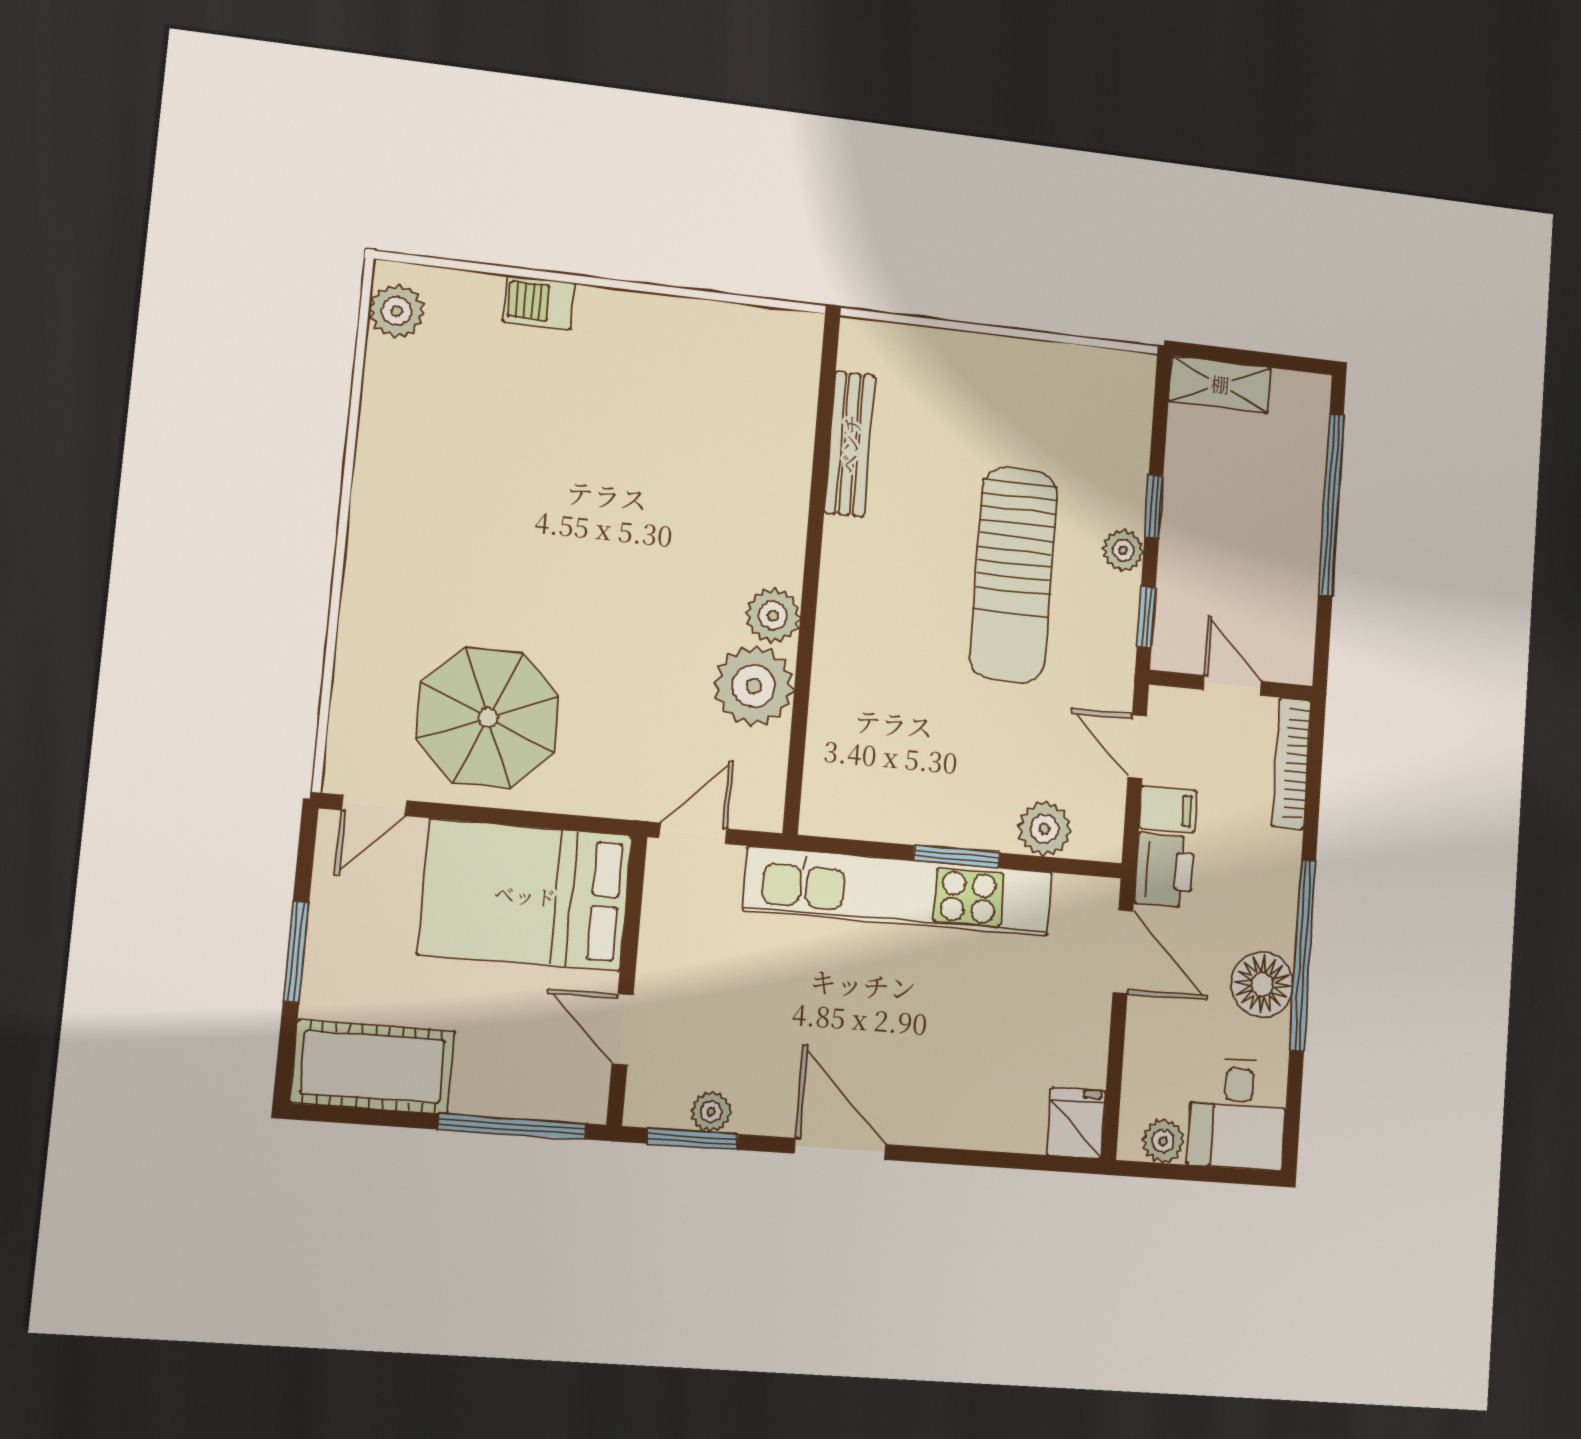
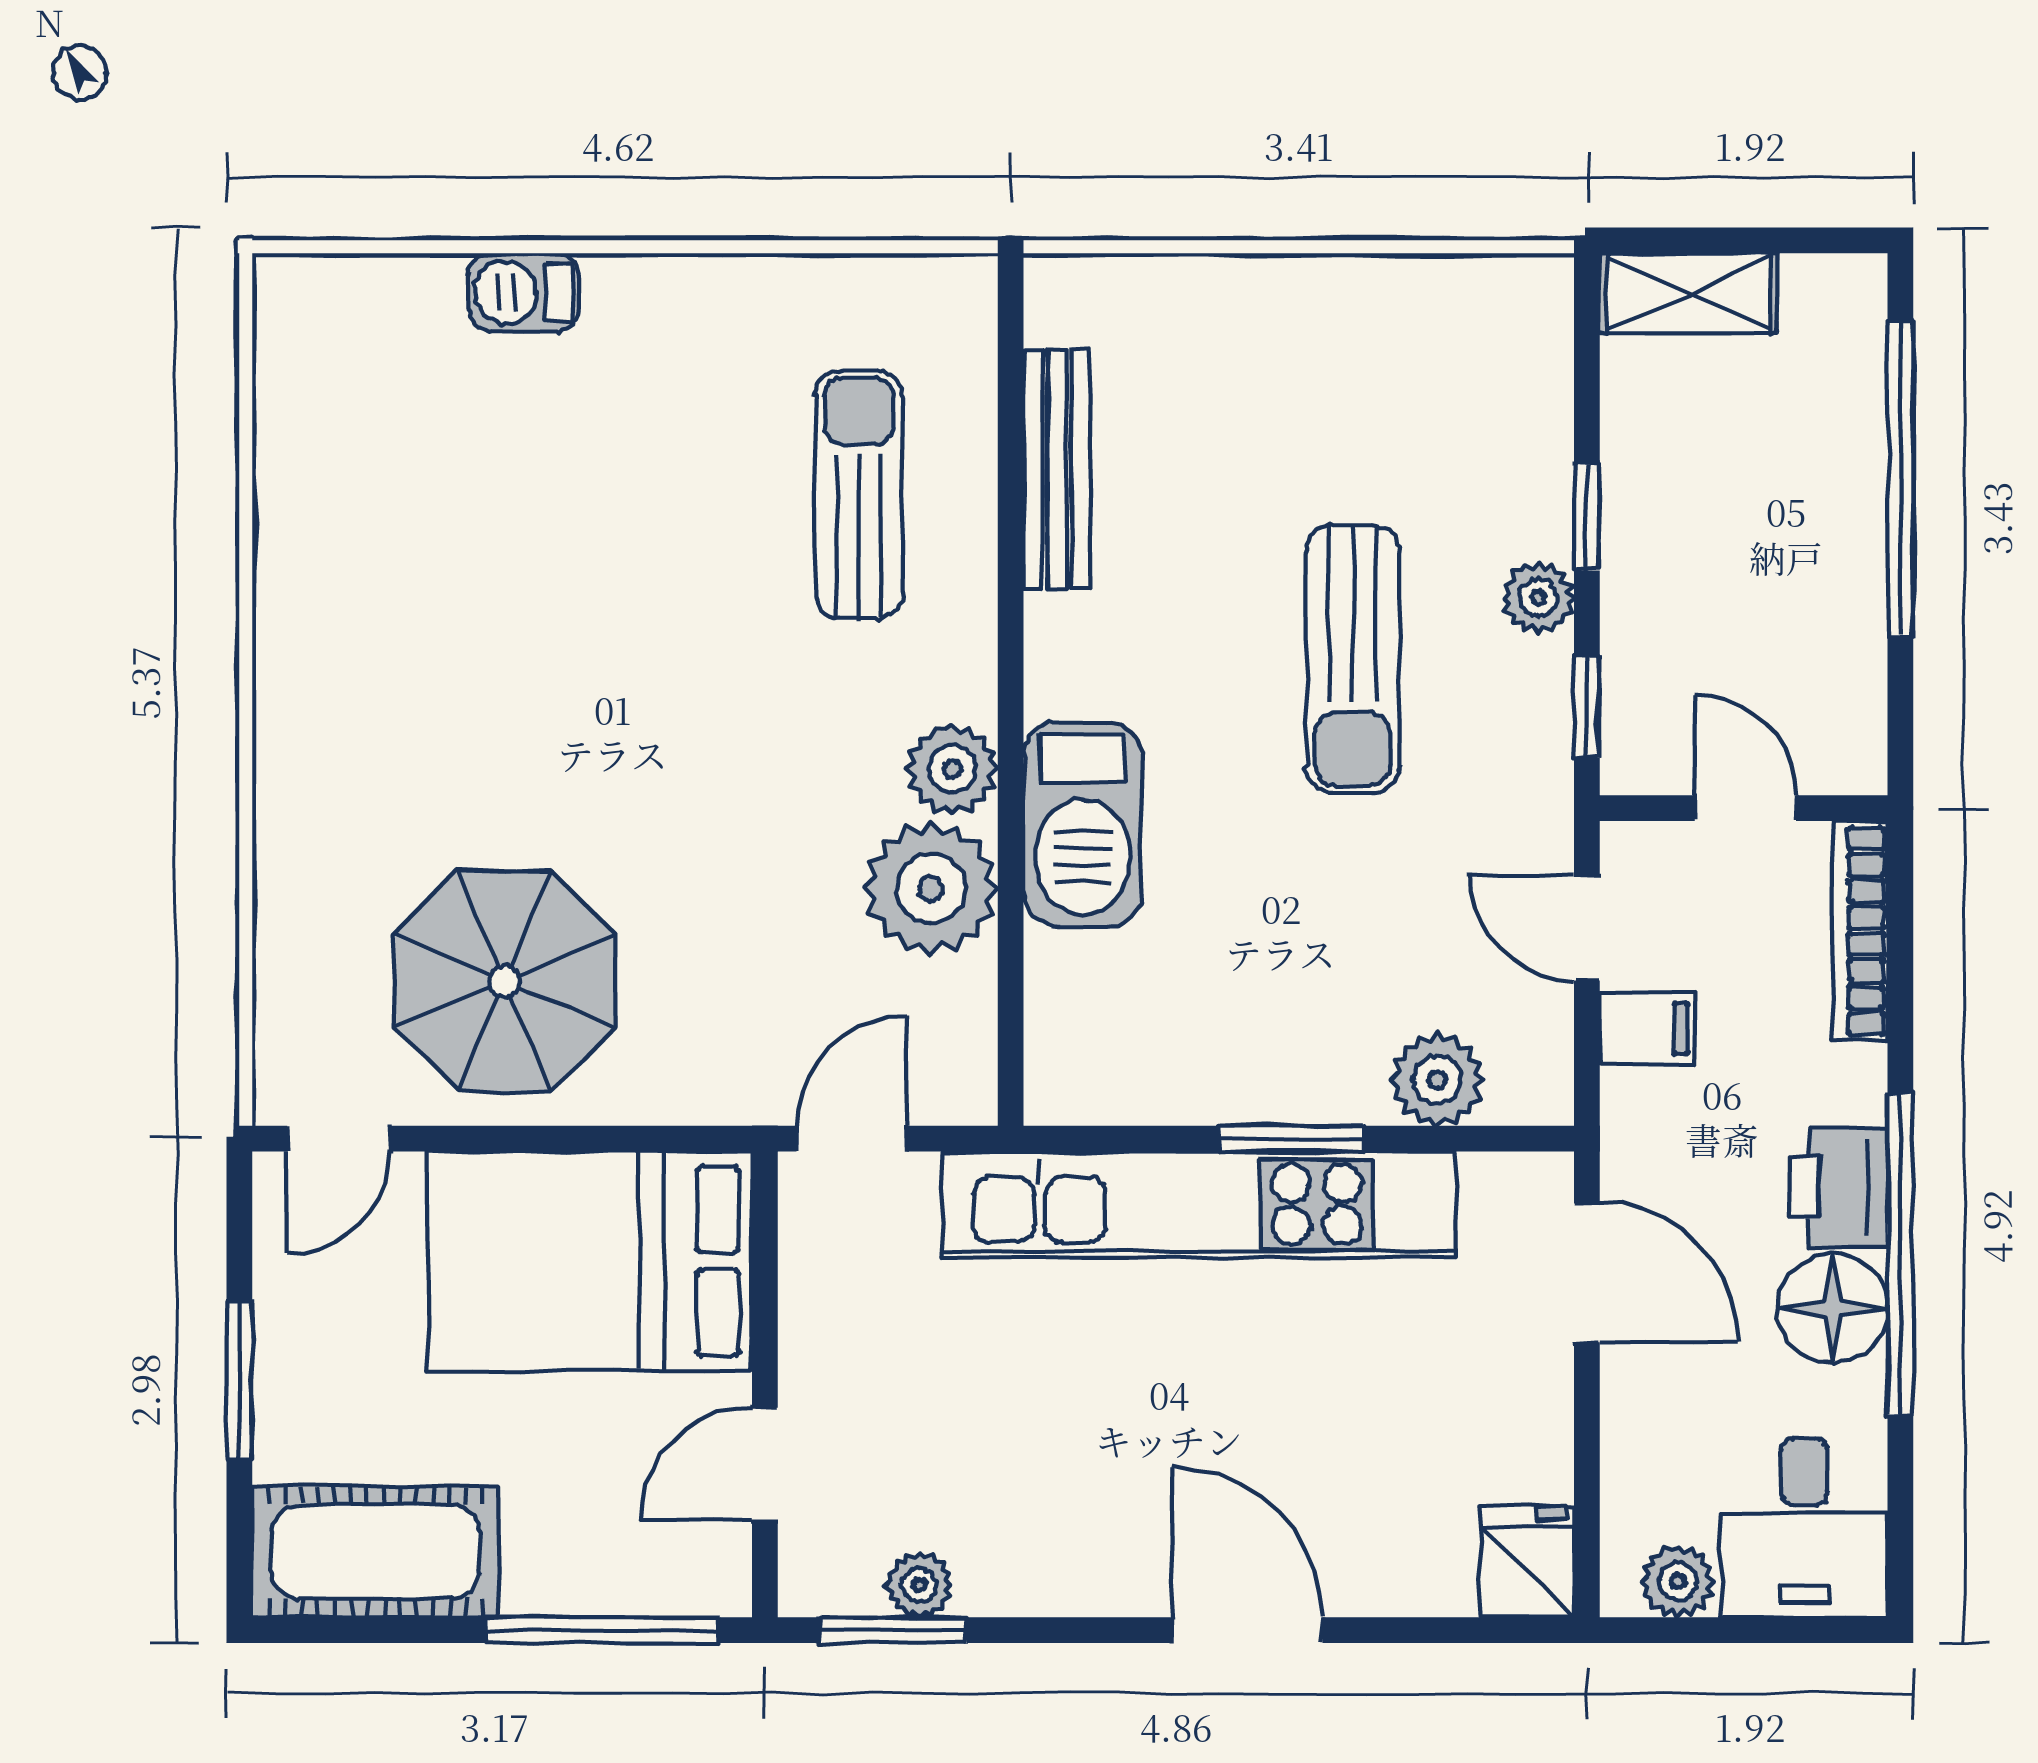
plant: (397, 311) -> (297, 335), removed
sun lounger: (731, 446) -> (859, 495), added
sun lounger: (1014, 575) -> (1352, 659), width x0.73, depth x0.75
barbecue: (848, 656) -> (1083, 824), added
printer: (1164, 870) -> (1838, 1187), moved, turned 180
door: (623, 1030) -> (765, 1464), hinge flipped
door: (840, 1149) -> (1247, 1630), moved

